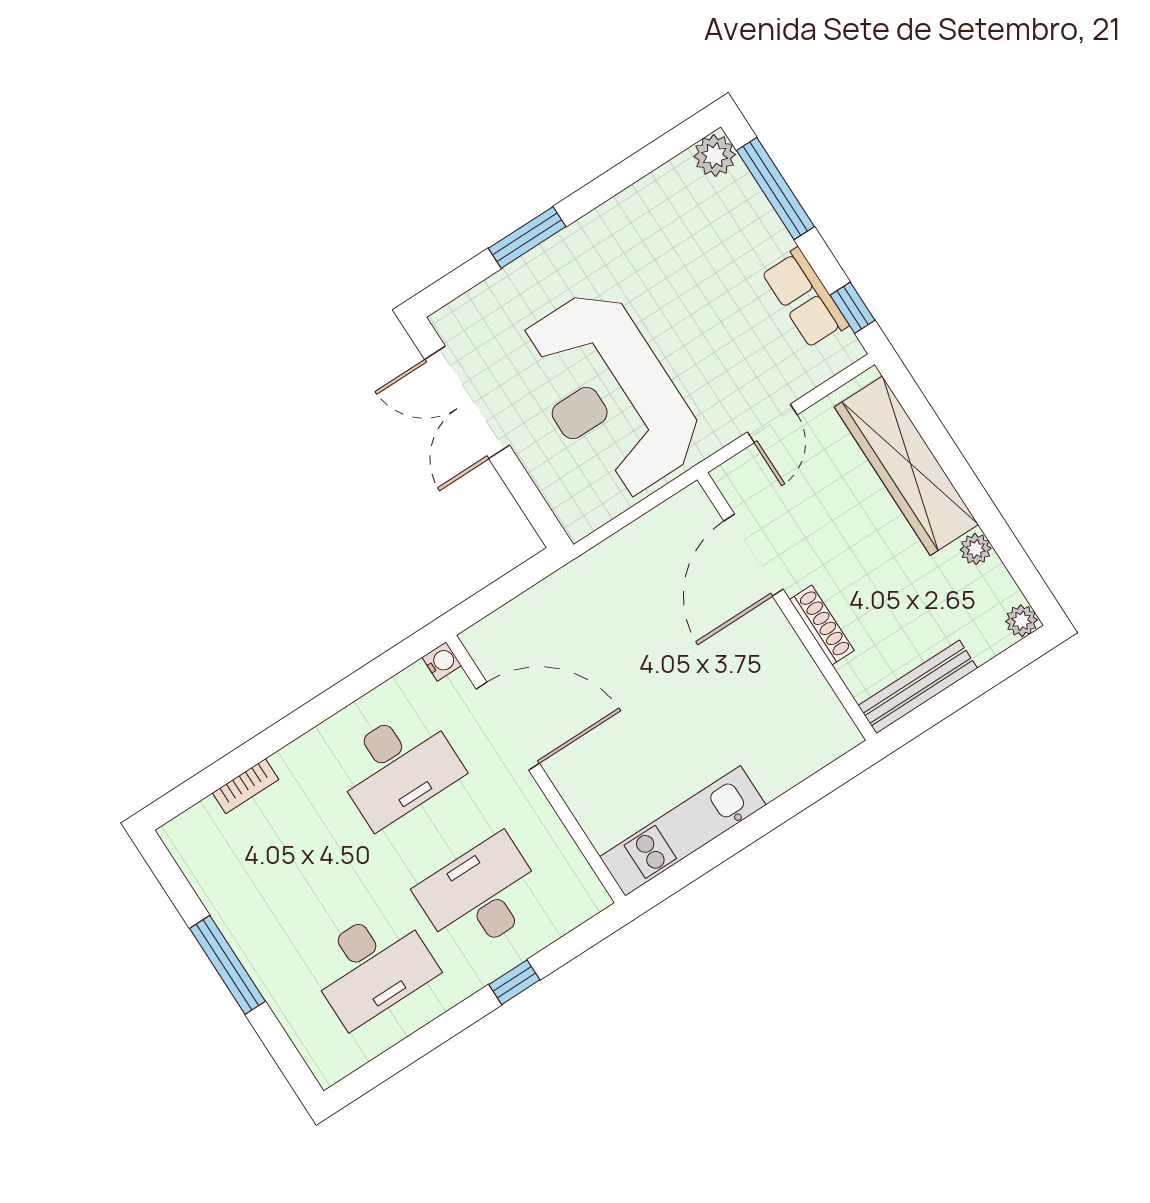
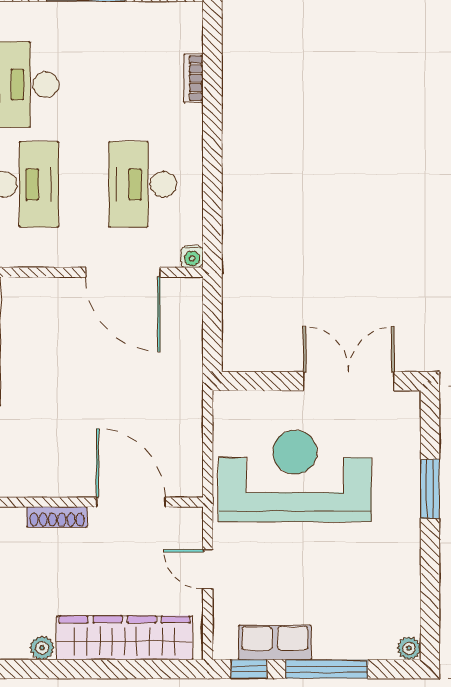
plant: (715, 156) -> (409, 648), width x0.73, depth x0.73
window: (775, 189) -> (327, 669), moved
door: (508, 726) -> (123, 272), hinge flipped

